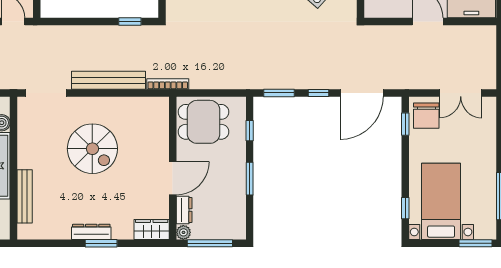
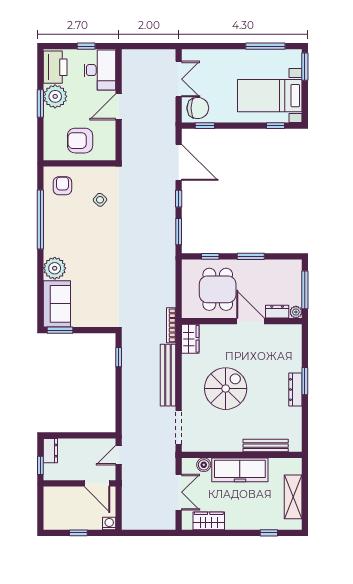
dining table: (203, 122) -> (218, 289), moved
wardrobe: (152, 229) -> (190, 339), moved, turned 180

